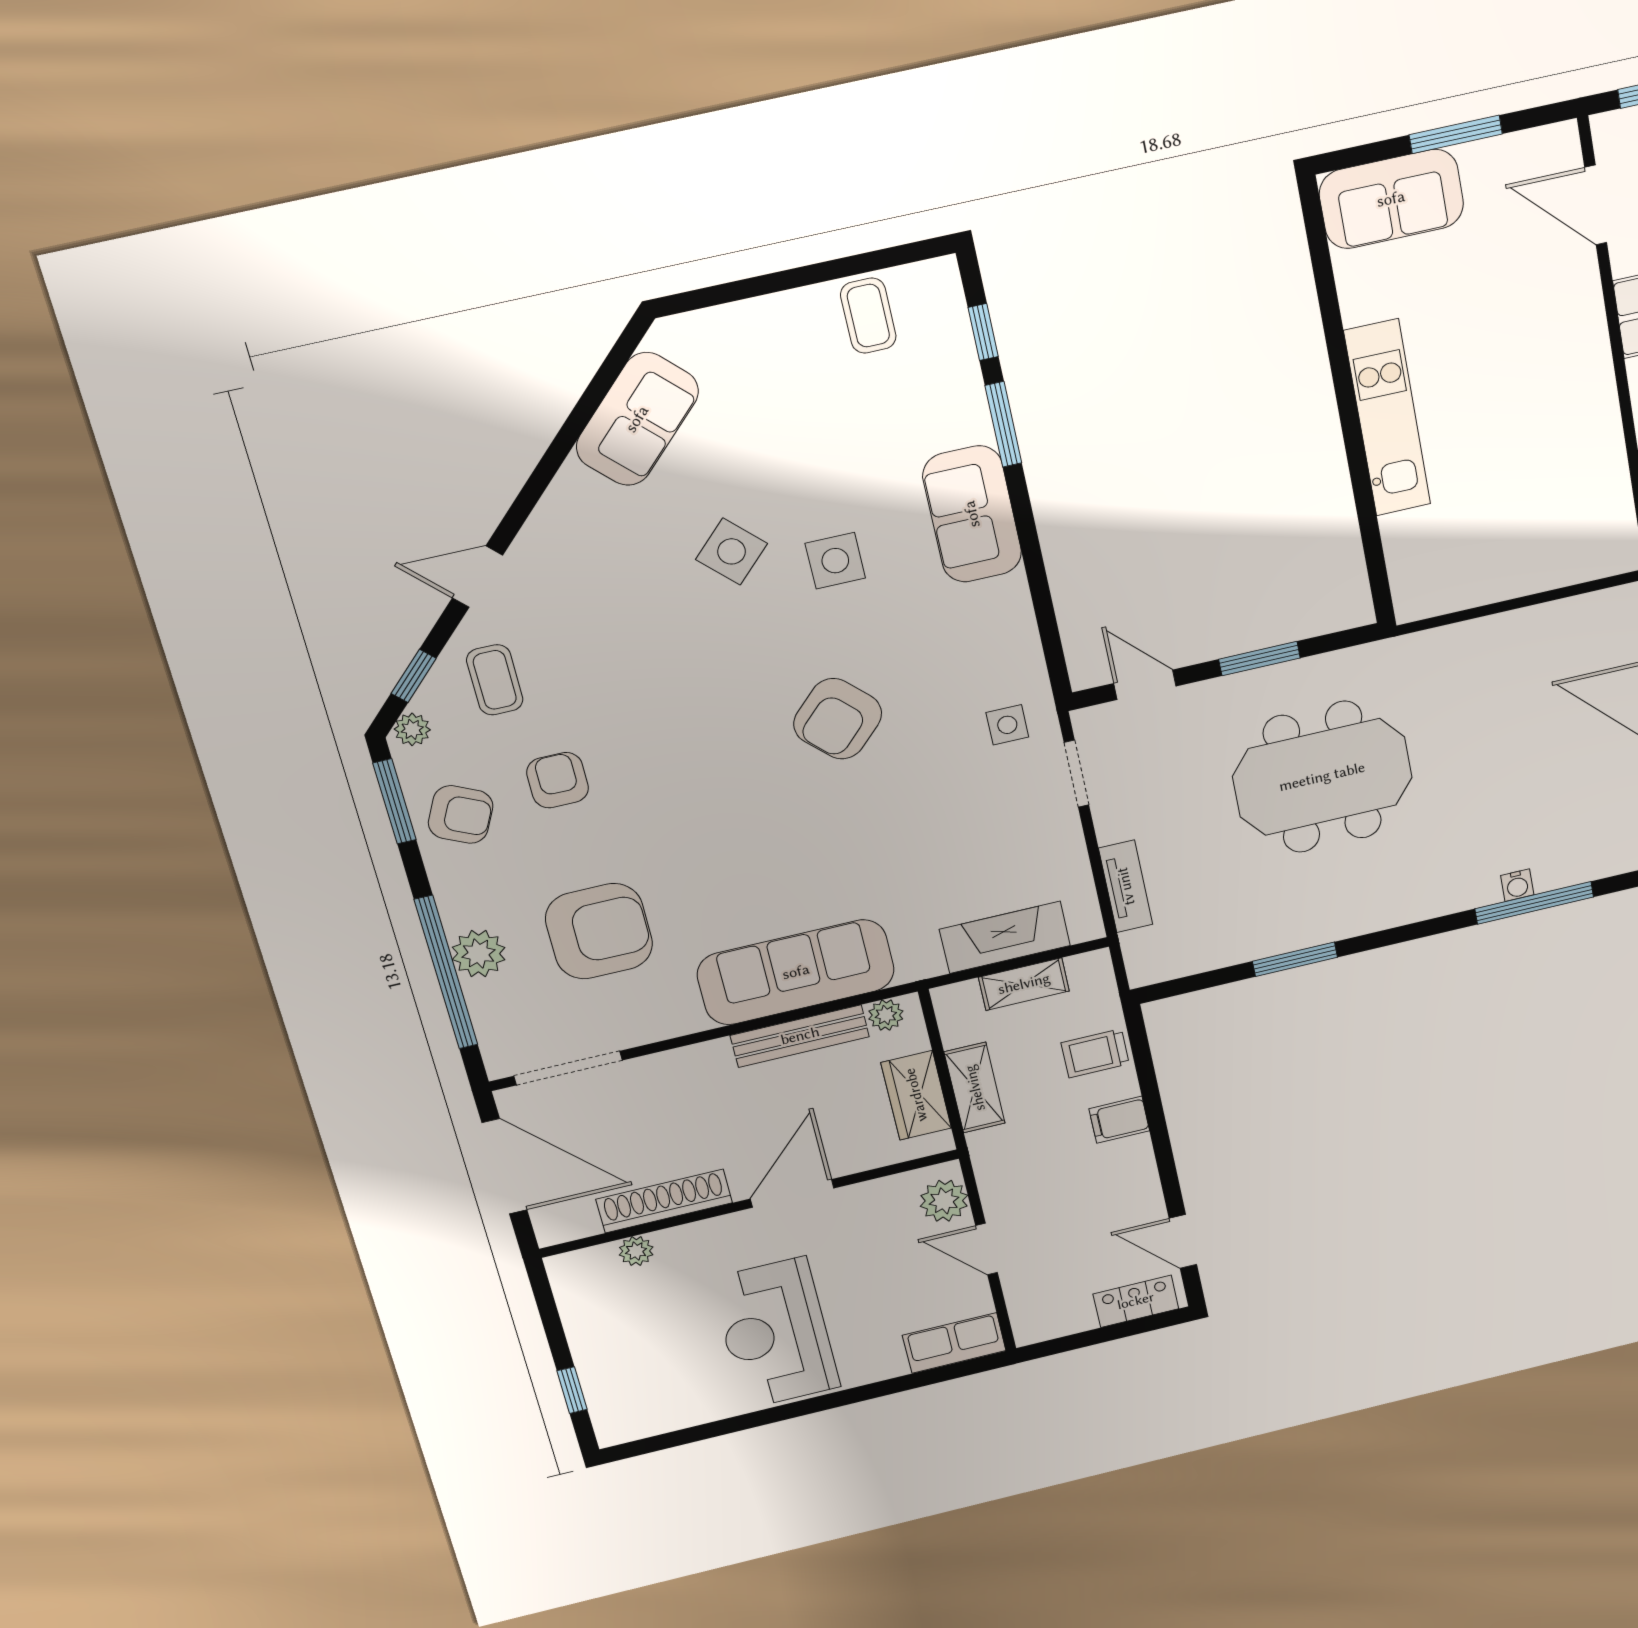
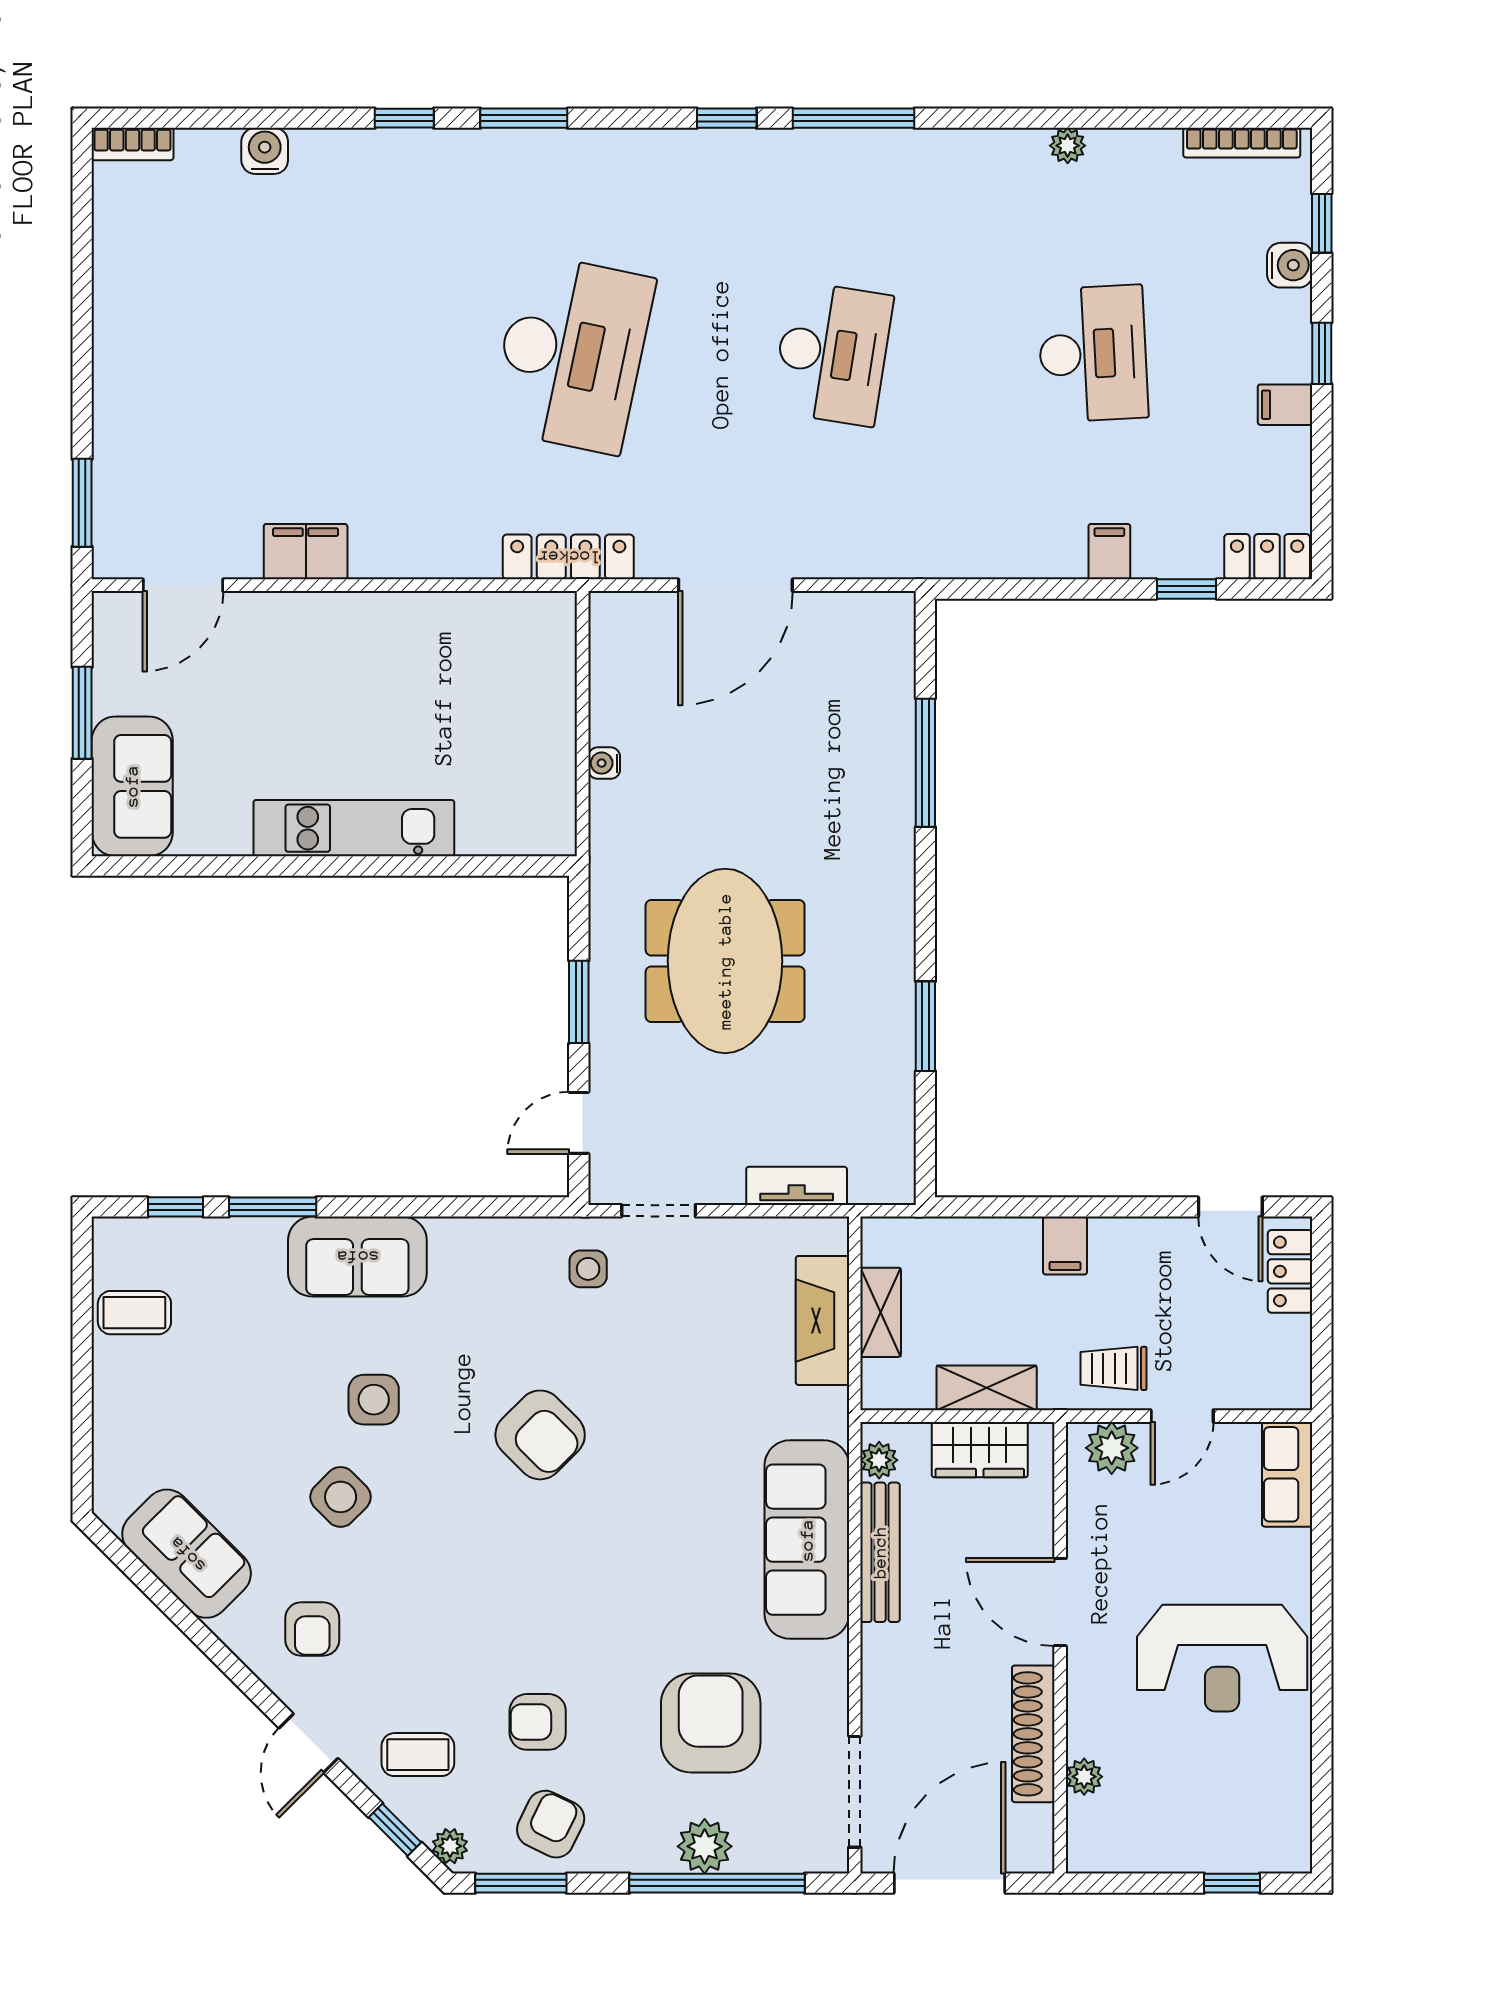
armchair: (593, 555) -> (312, 1629), added
water cooler: (1517, 885) -> (604, 763), moved, turned 180
trolley: (1095, 1053) -> (1114, 1368), moved, turned 90
door: (1183, 1241) -> (1230, 1207), hinge flipped

